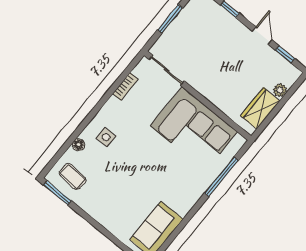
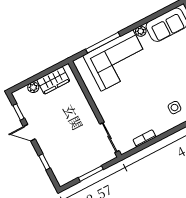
door: (262, 36) -> (29, 133), hinge flipped
corner sofa: (194, 129) -> (117, 60), moved, turned 90
plant: (183, 209) -> (141, 31), added

